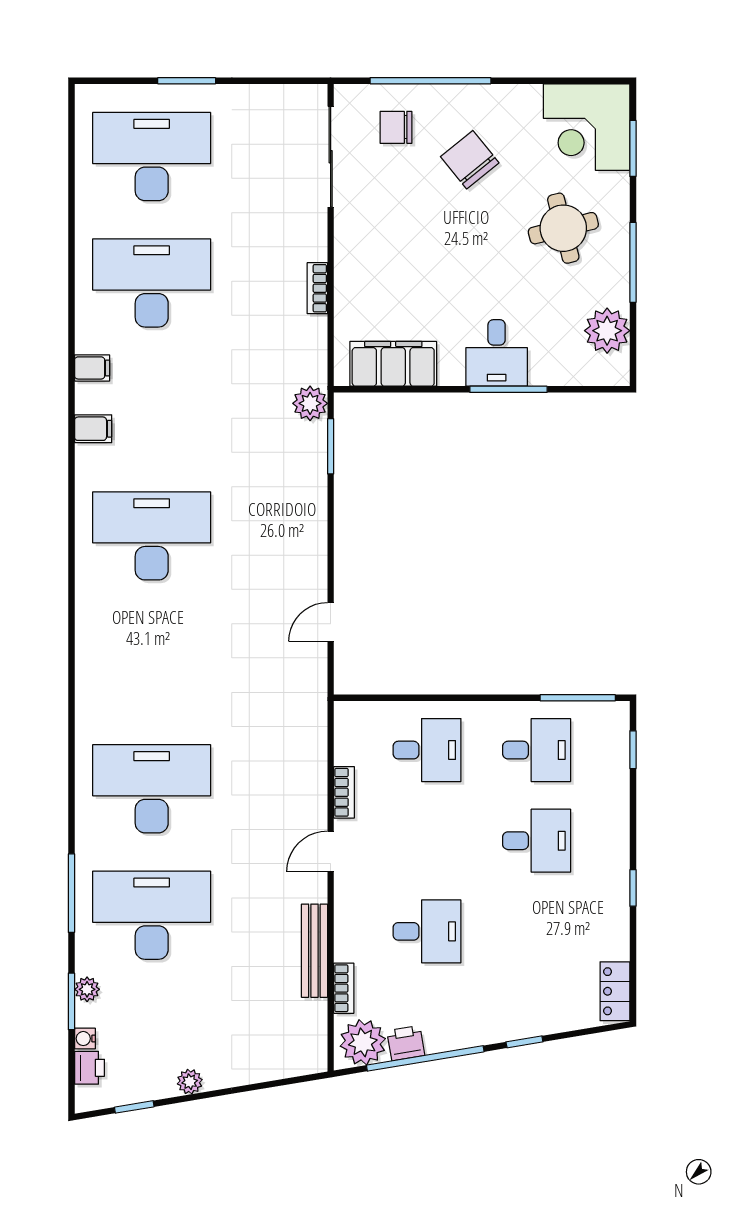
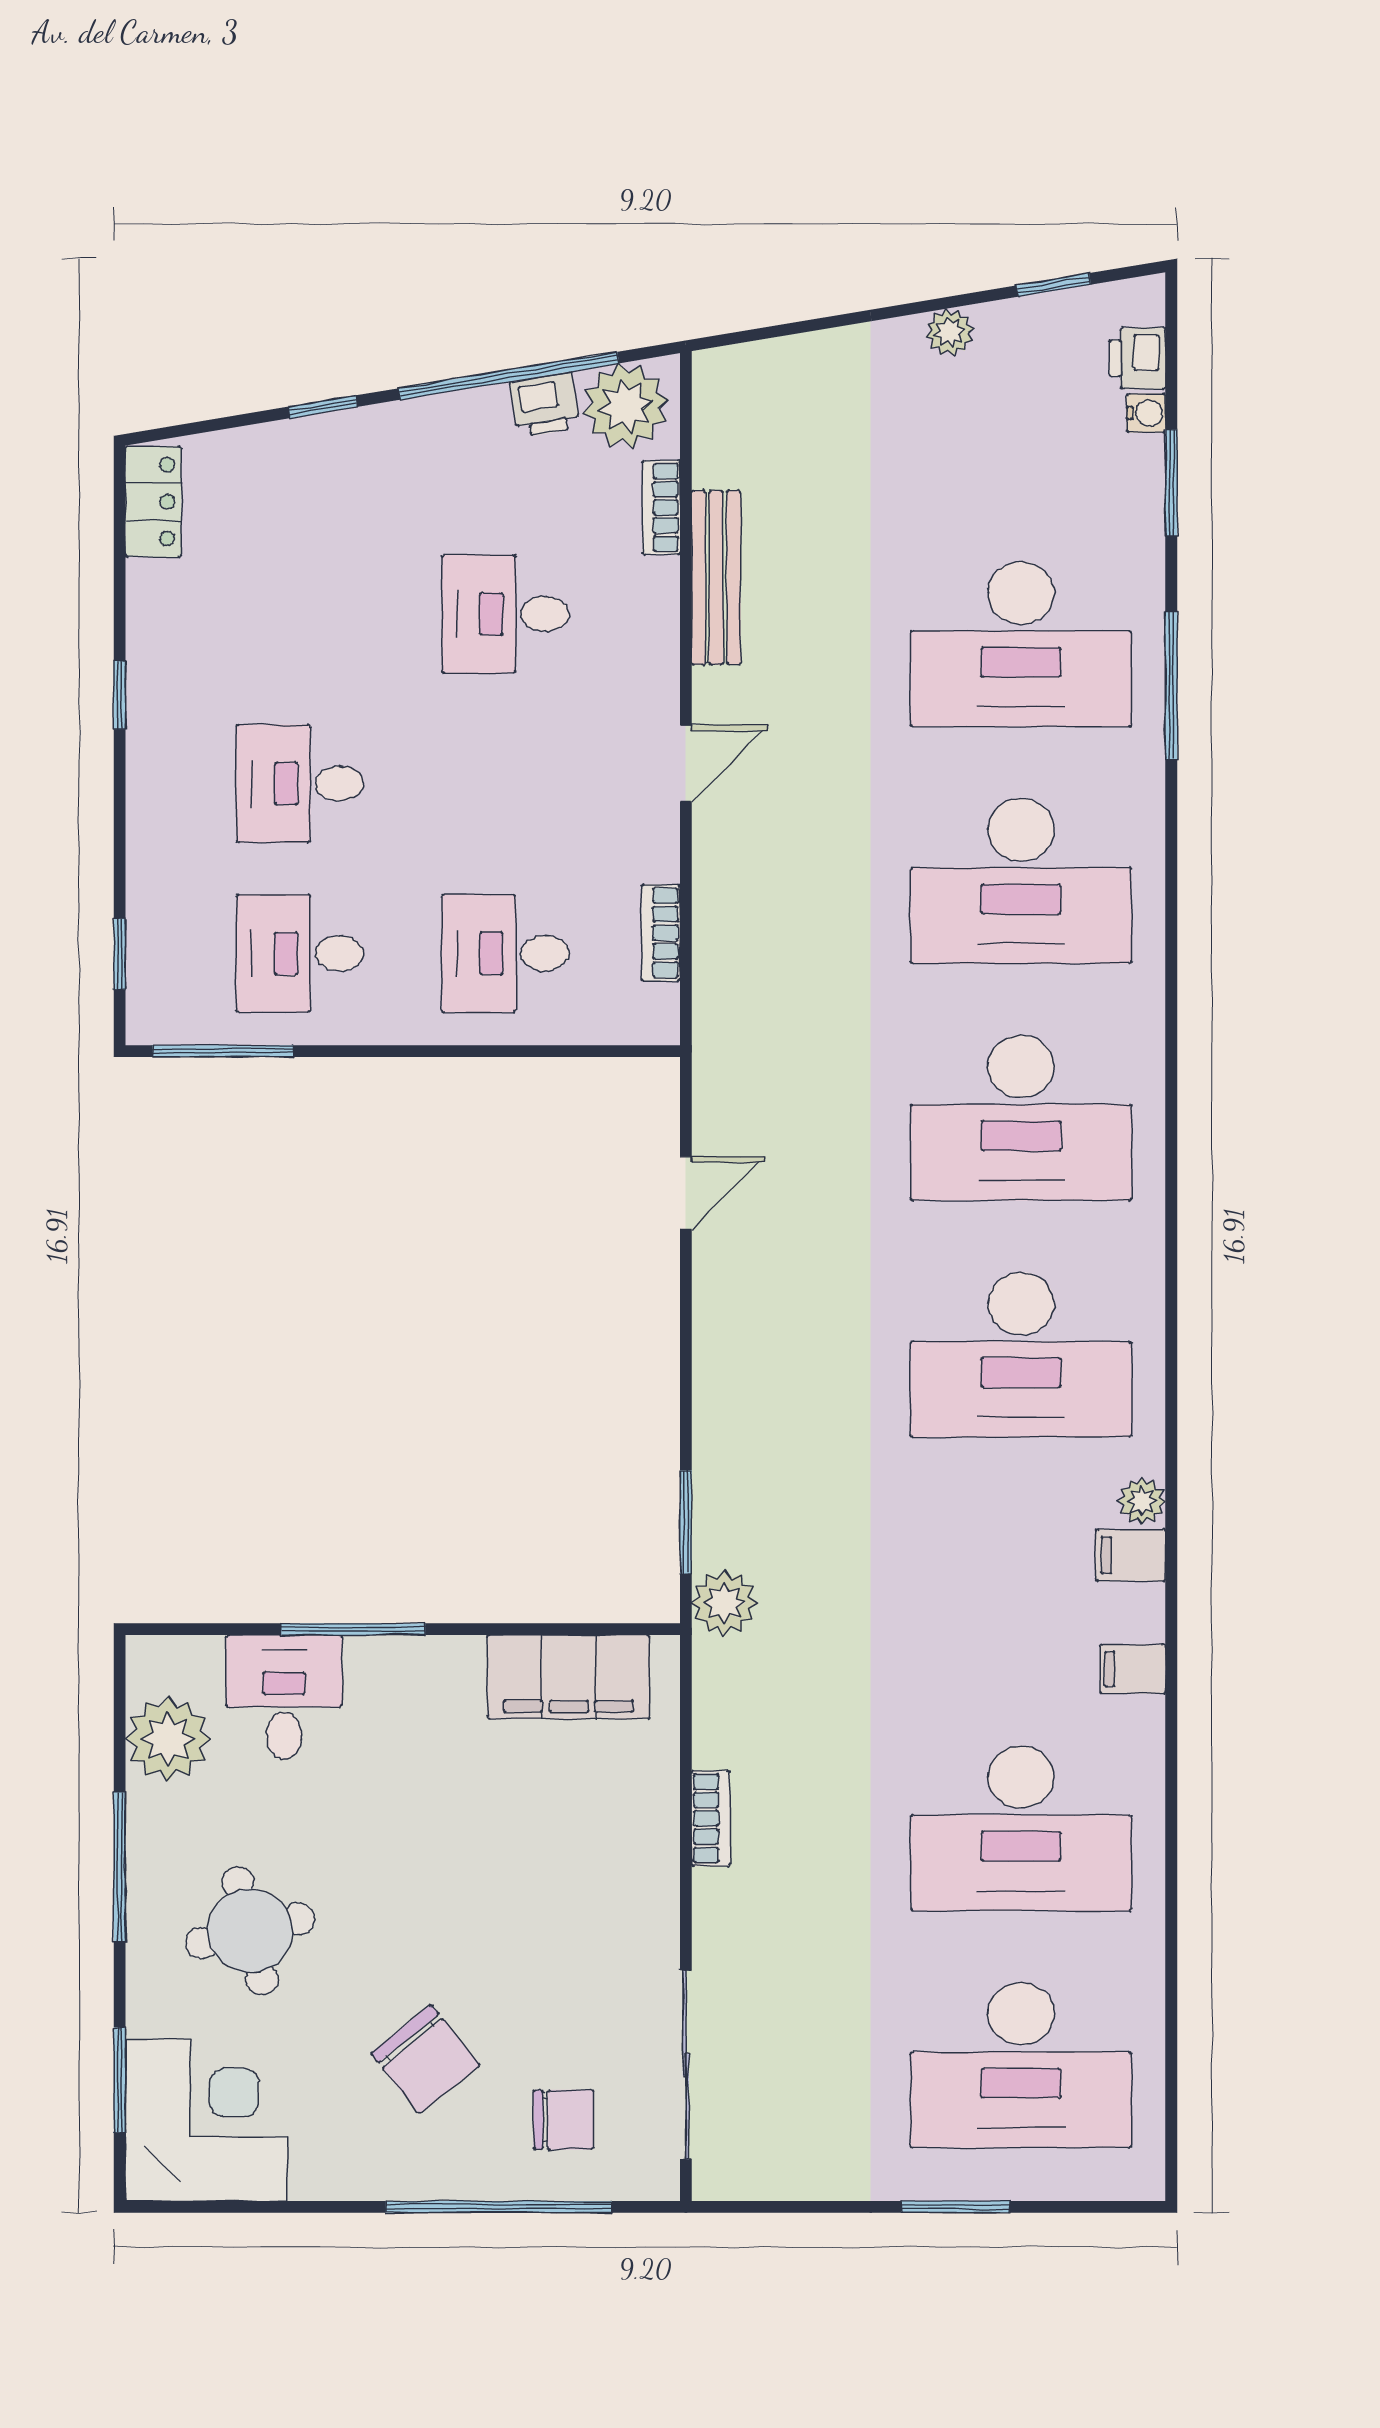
desk: (497, 353) -> (284, 1697), moved
desk: (152, 662) -> (1021, 1118), added
bookcase: (344, 792) -> (661, 933), moved
plant: (87, 989) -> (1142, 1501), moved

